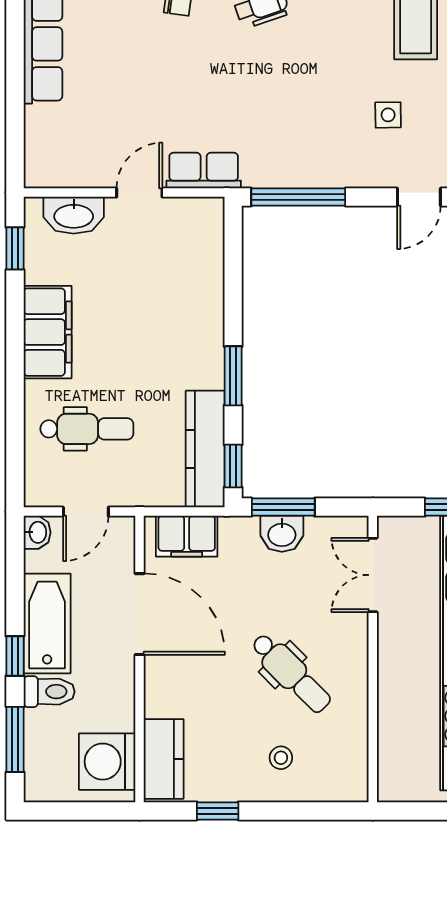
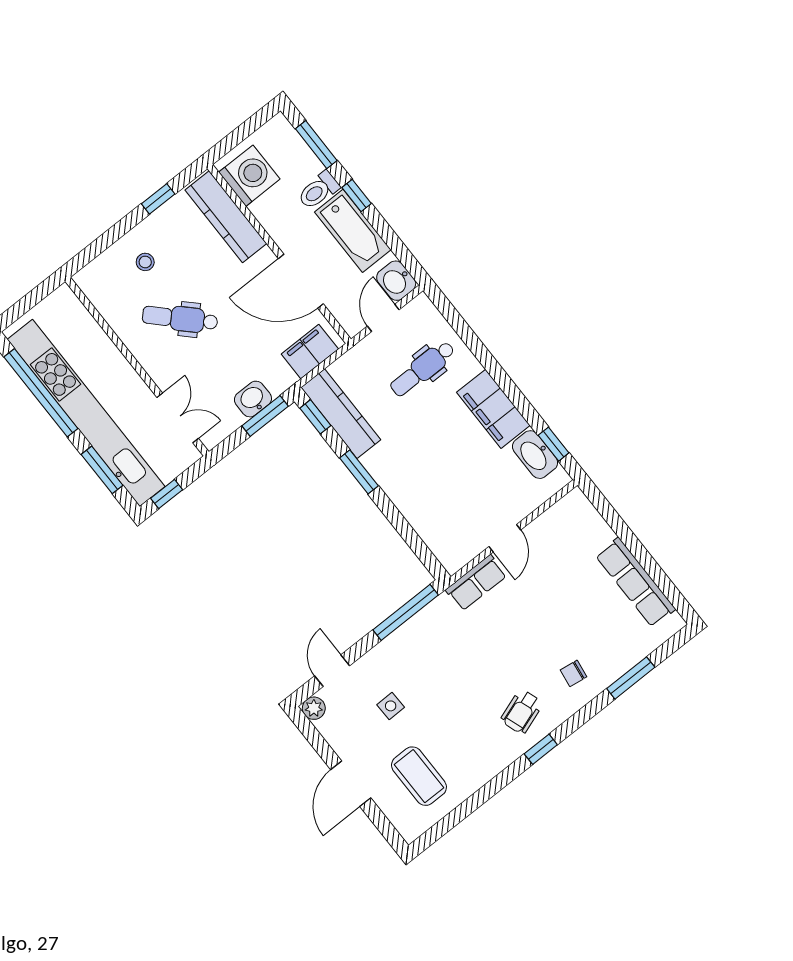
washbasin: (74, 215) -> (535, 455), moved, turned -90
washbasin: (37, 532) -> (396, 281), width x1.38, depth x1.45
kitchen counter: (164, 759) -> (226, 217), width x1.50

